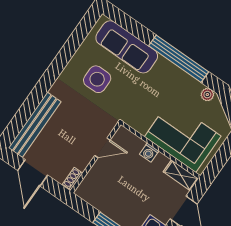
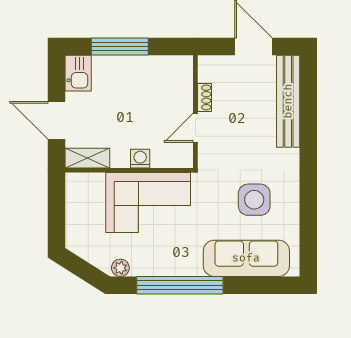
corner sofa: (183, 136) -> (148, 203), moved
shoe rack: (73, 179) -> (204, 97), moved

